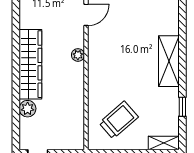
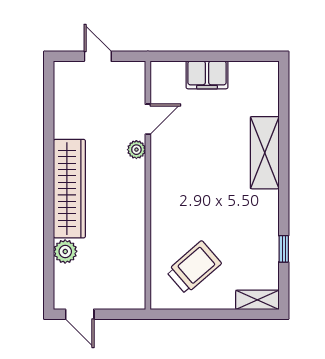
plant: (78, 55) -> (136, 150), moved
shelving: (169, 61) -> (265, 153), moved

